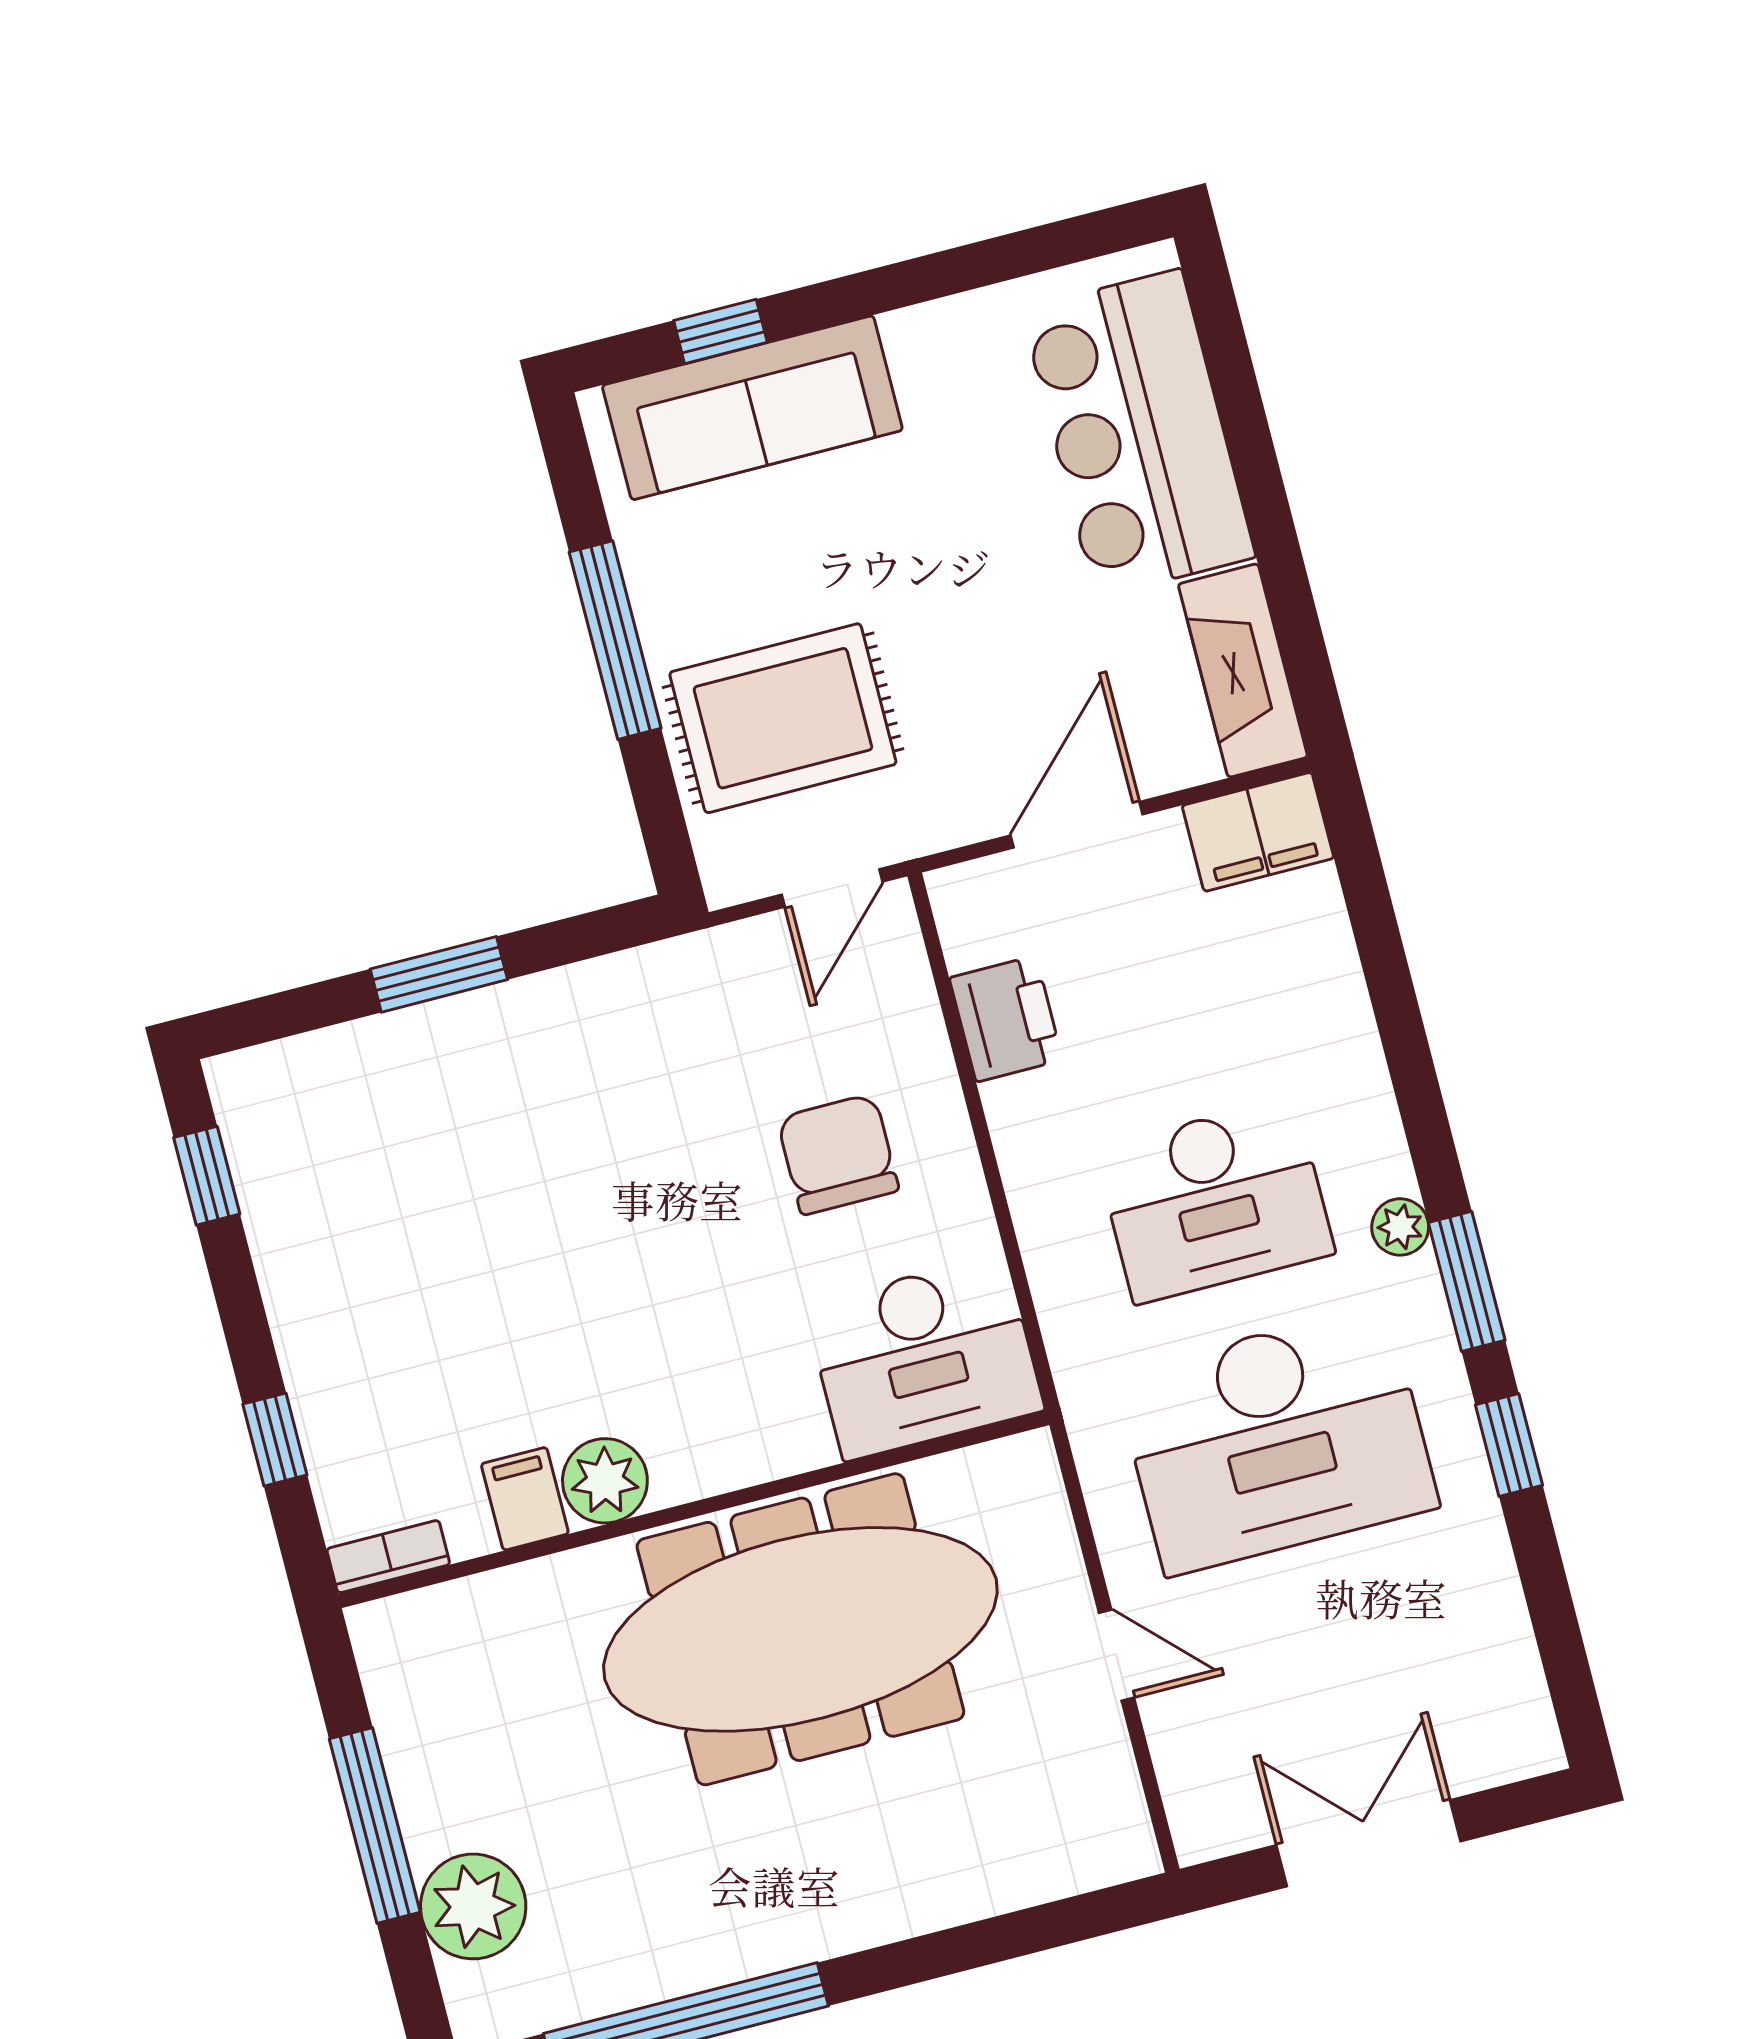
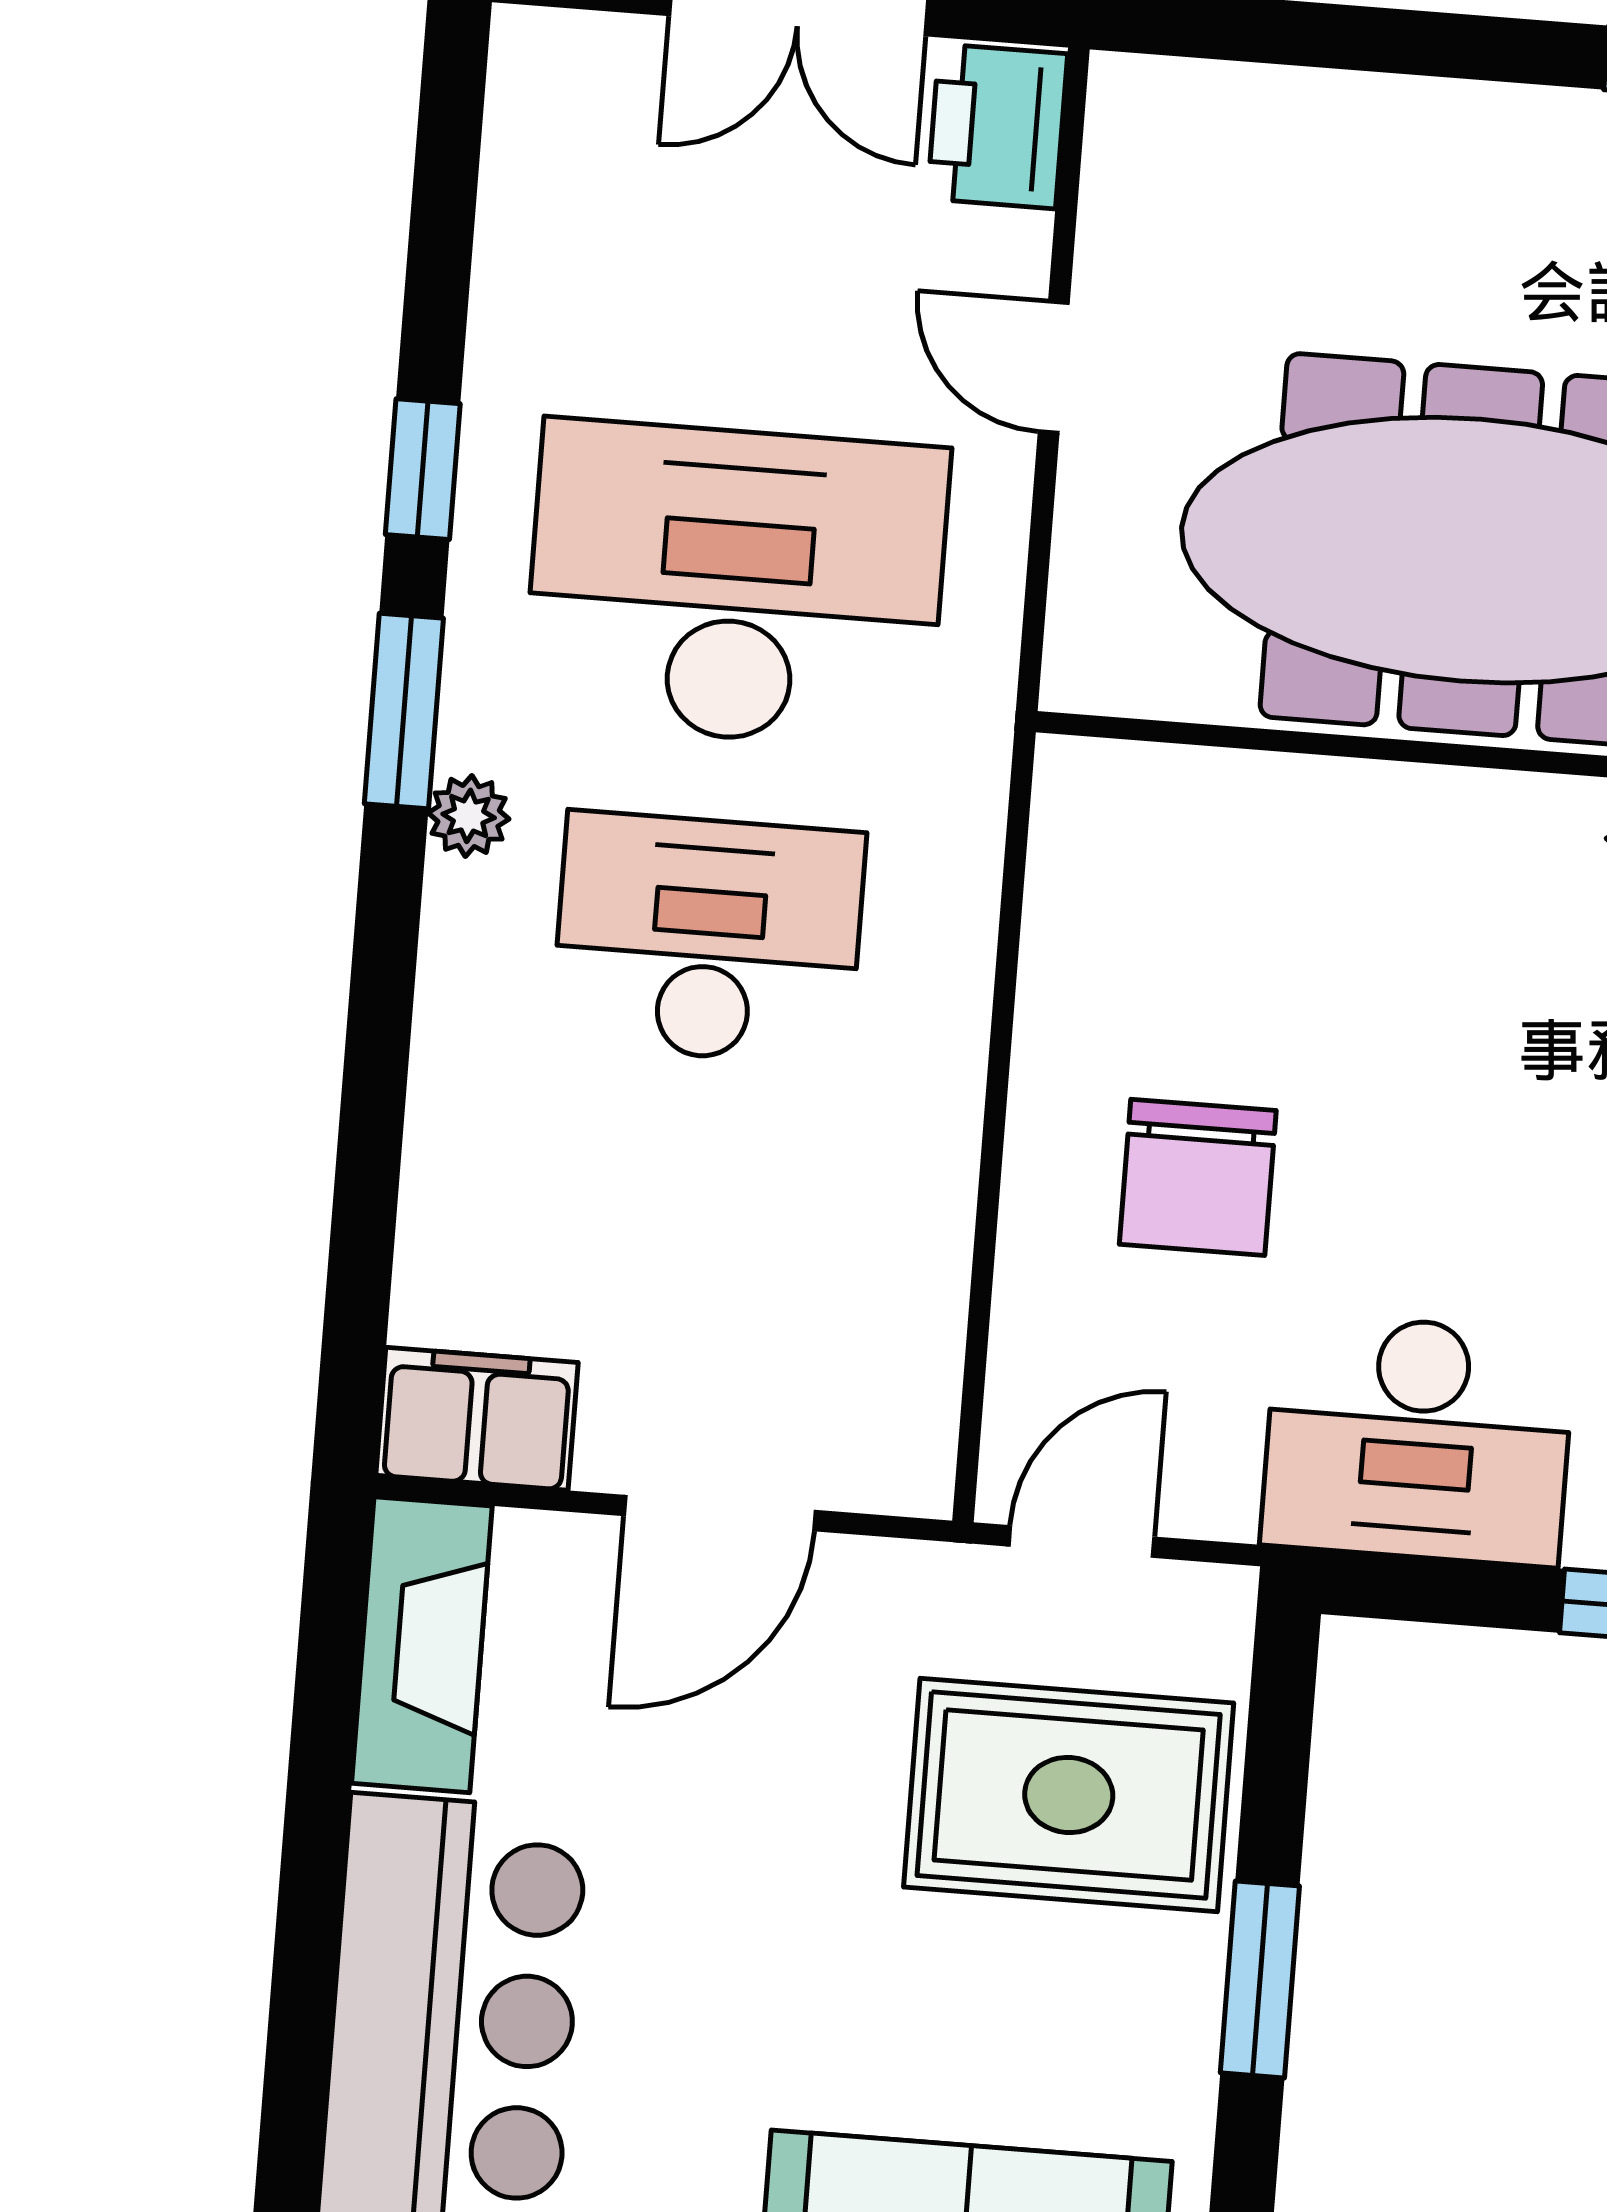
window: (615, 640) -> (1260, 1979), width x0.69
printer: (1006, 1019) -> (997, 126), moved
desk: (924, 1357) -> (1418, 1439), moved, turned 180

